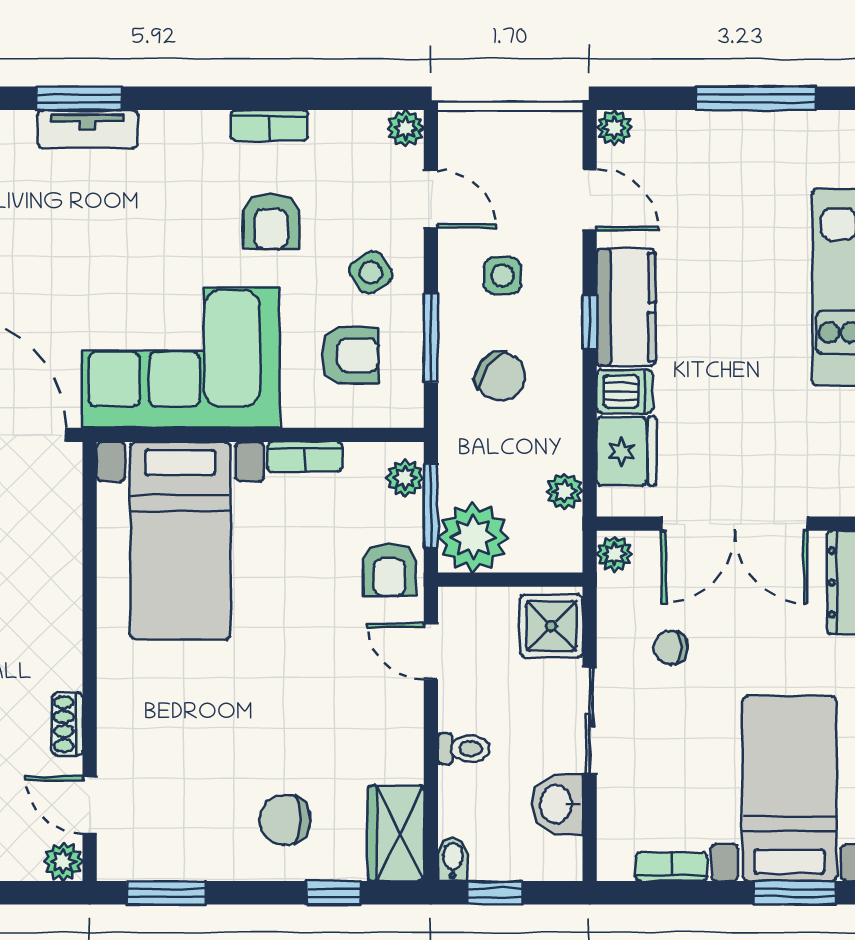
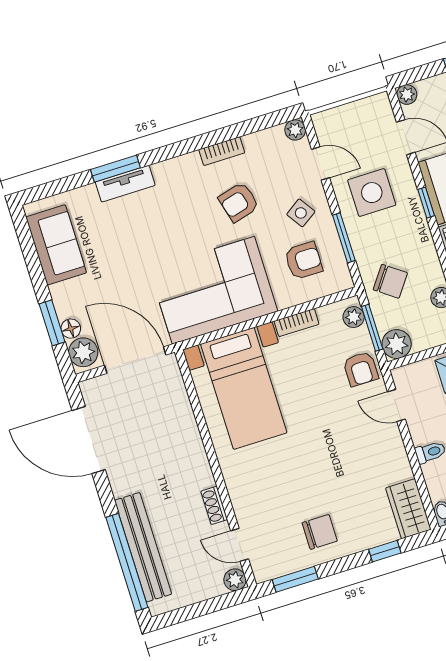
armchair: (271, 221) -> (239, 202), turned 75
side table: (502, 276) -> (372, 193), width x1.87, depth x1.87
chair: (500, 376) -> (390, 281), moved
plant: (473, 537) -> (397, 344), width x0.73, depth x0.73
chair: (285, 820) -> (320, 532), moved, turned 180

